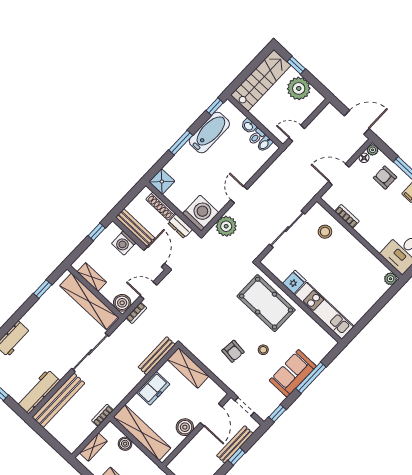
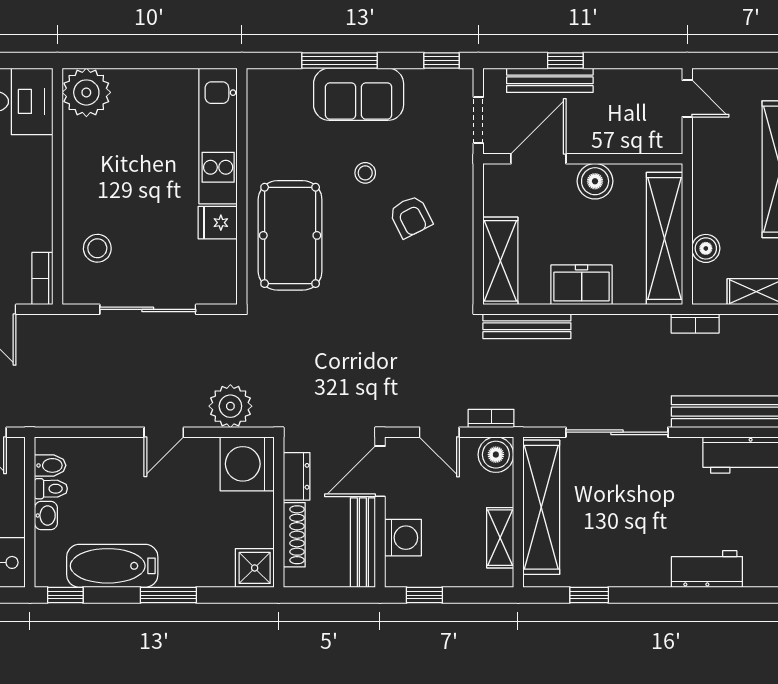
bookcase: (347, 216) -> (42, 279), moved
plant: (391, 279) -> (86, 92), width x1.88, depth x1.88
armchair: (233, 351) -> (411, 217), turned 147

